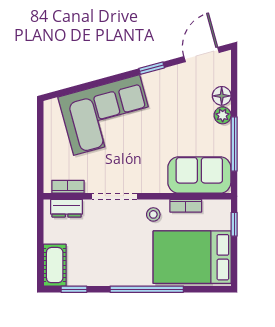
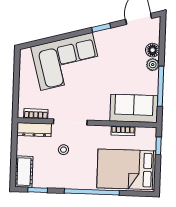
dresser: (67, 208) -> (34, 130), width x1.44
stool: (153, 214) -> (63, 150), moved

